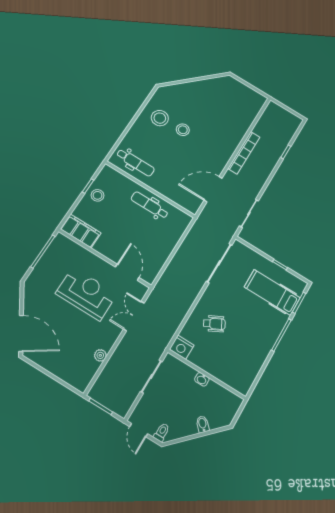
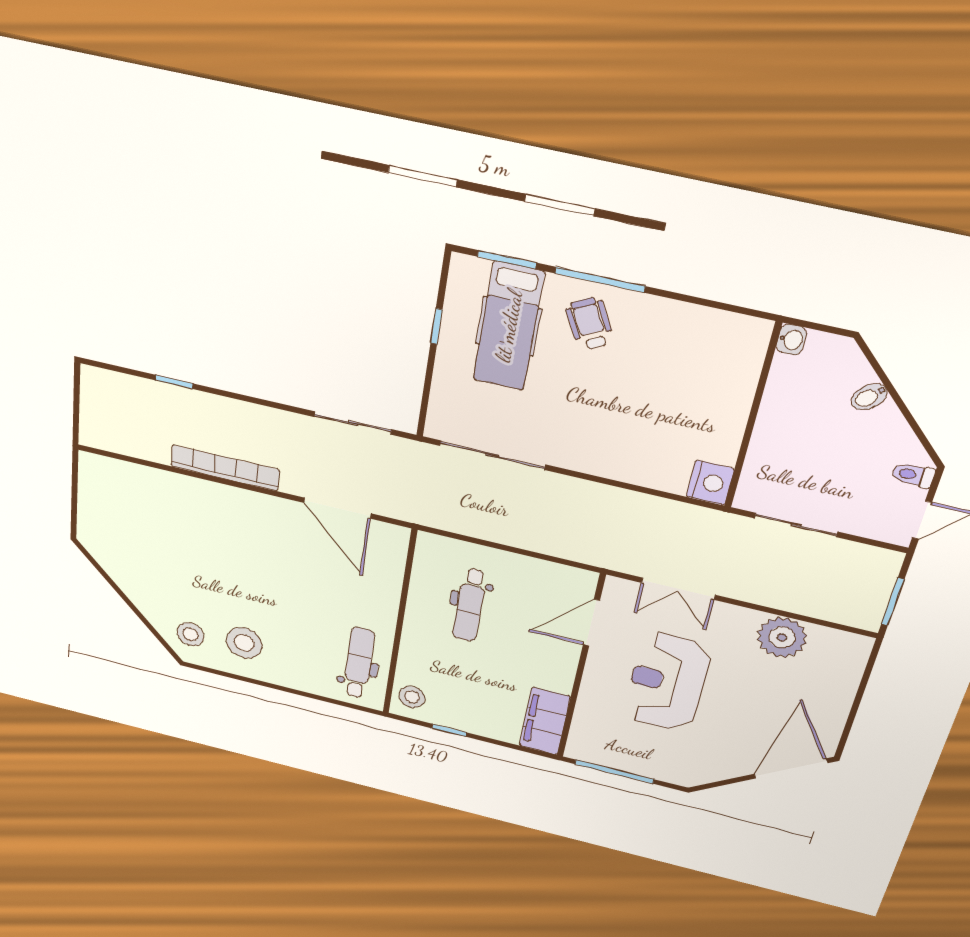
stool: (183, 130) -> (191, 634), moved
stool: (97, 195) -> (412, 697), moved
dental chair: (150, 205) -> (470, 605), moved
wheelchair: (214, 324) -> (590, 324), moved
plant: (100, 355) -> (782, 637), width x1.88, depth x1.88
washbasin: (202, 379) -> (791, 340), moved

